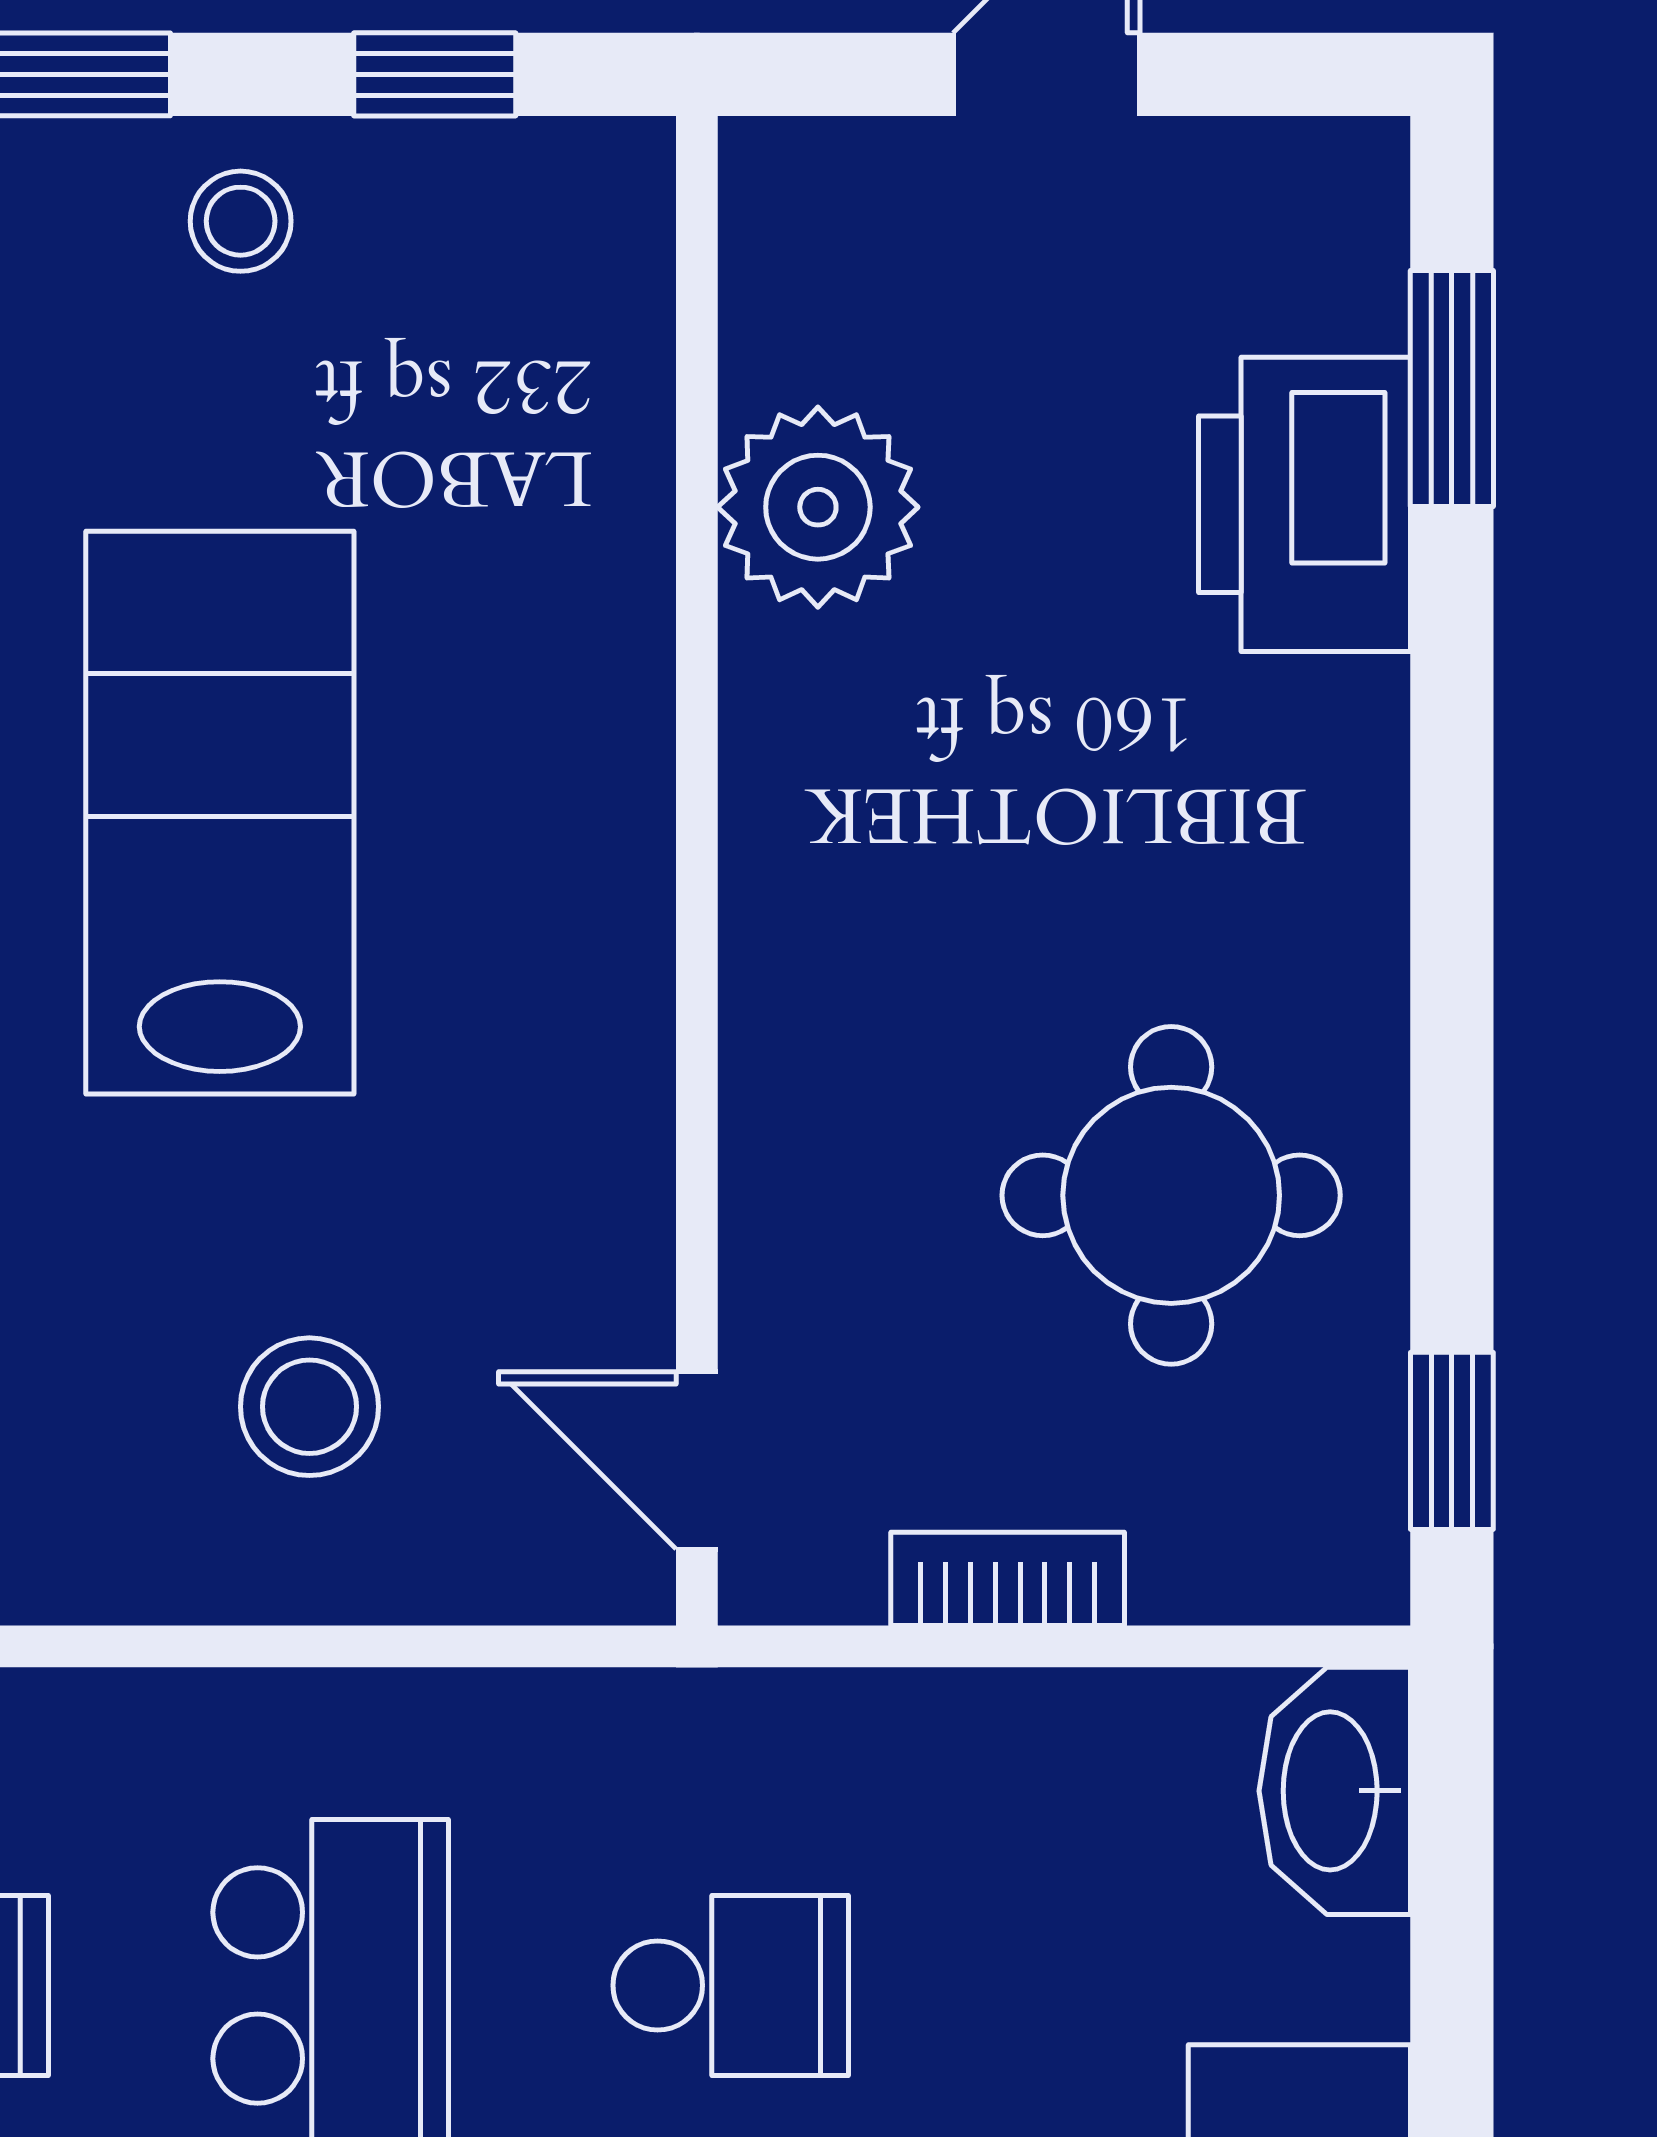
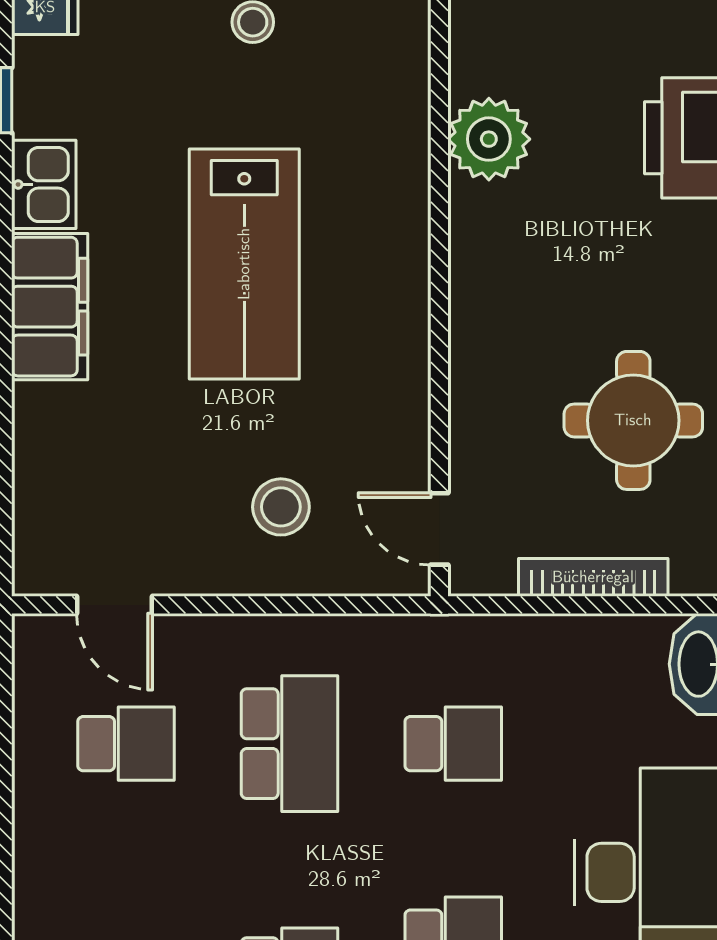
lab bench: (220, 813) -> (244, 264), turned 180
bookcase: (1008, 1579) -> (593, 577), width x1.56

